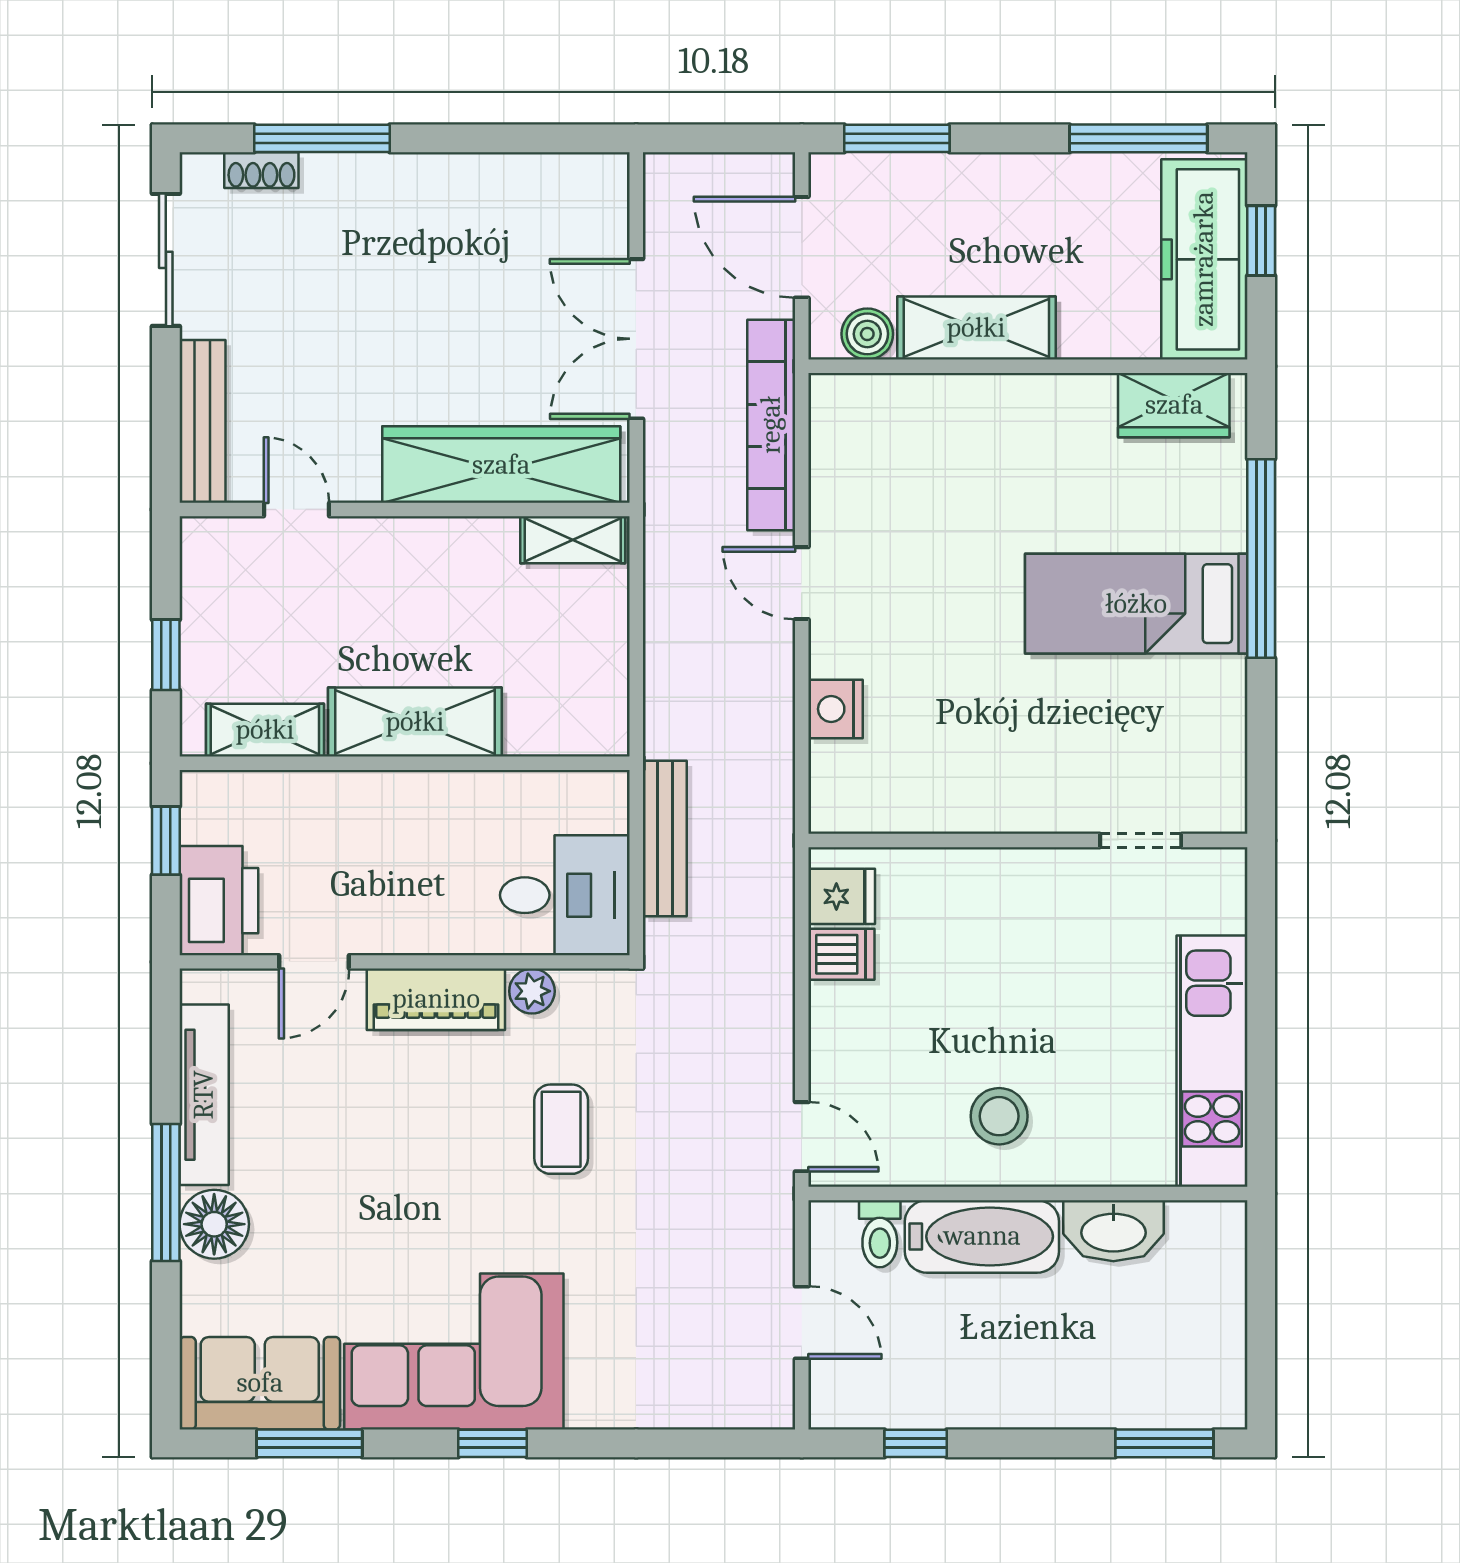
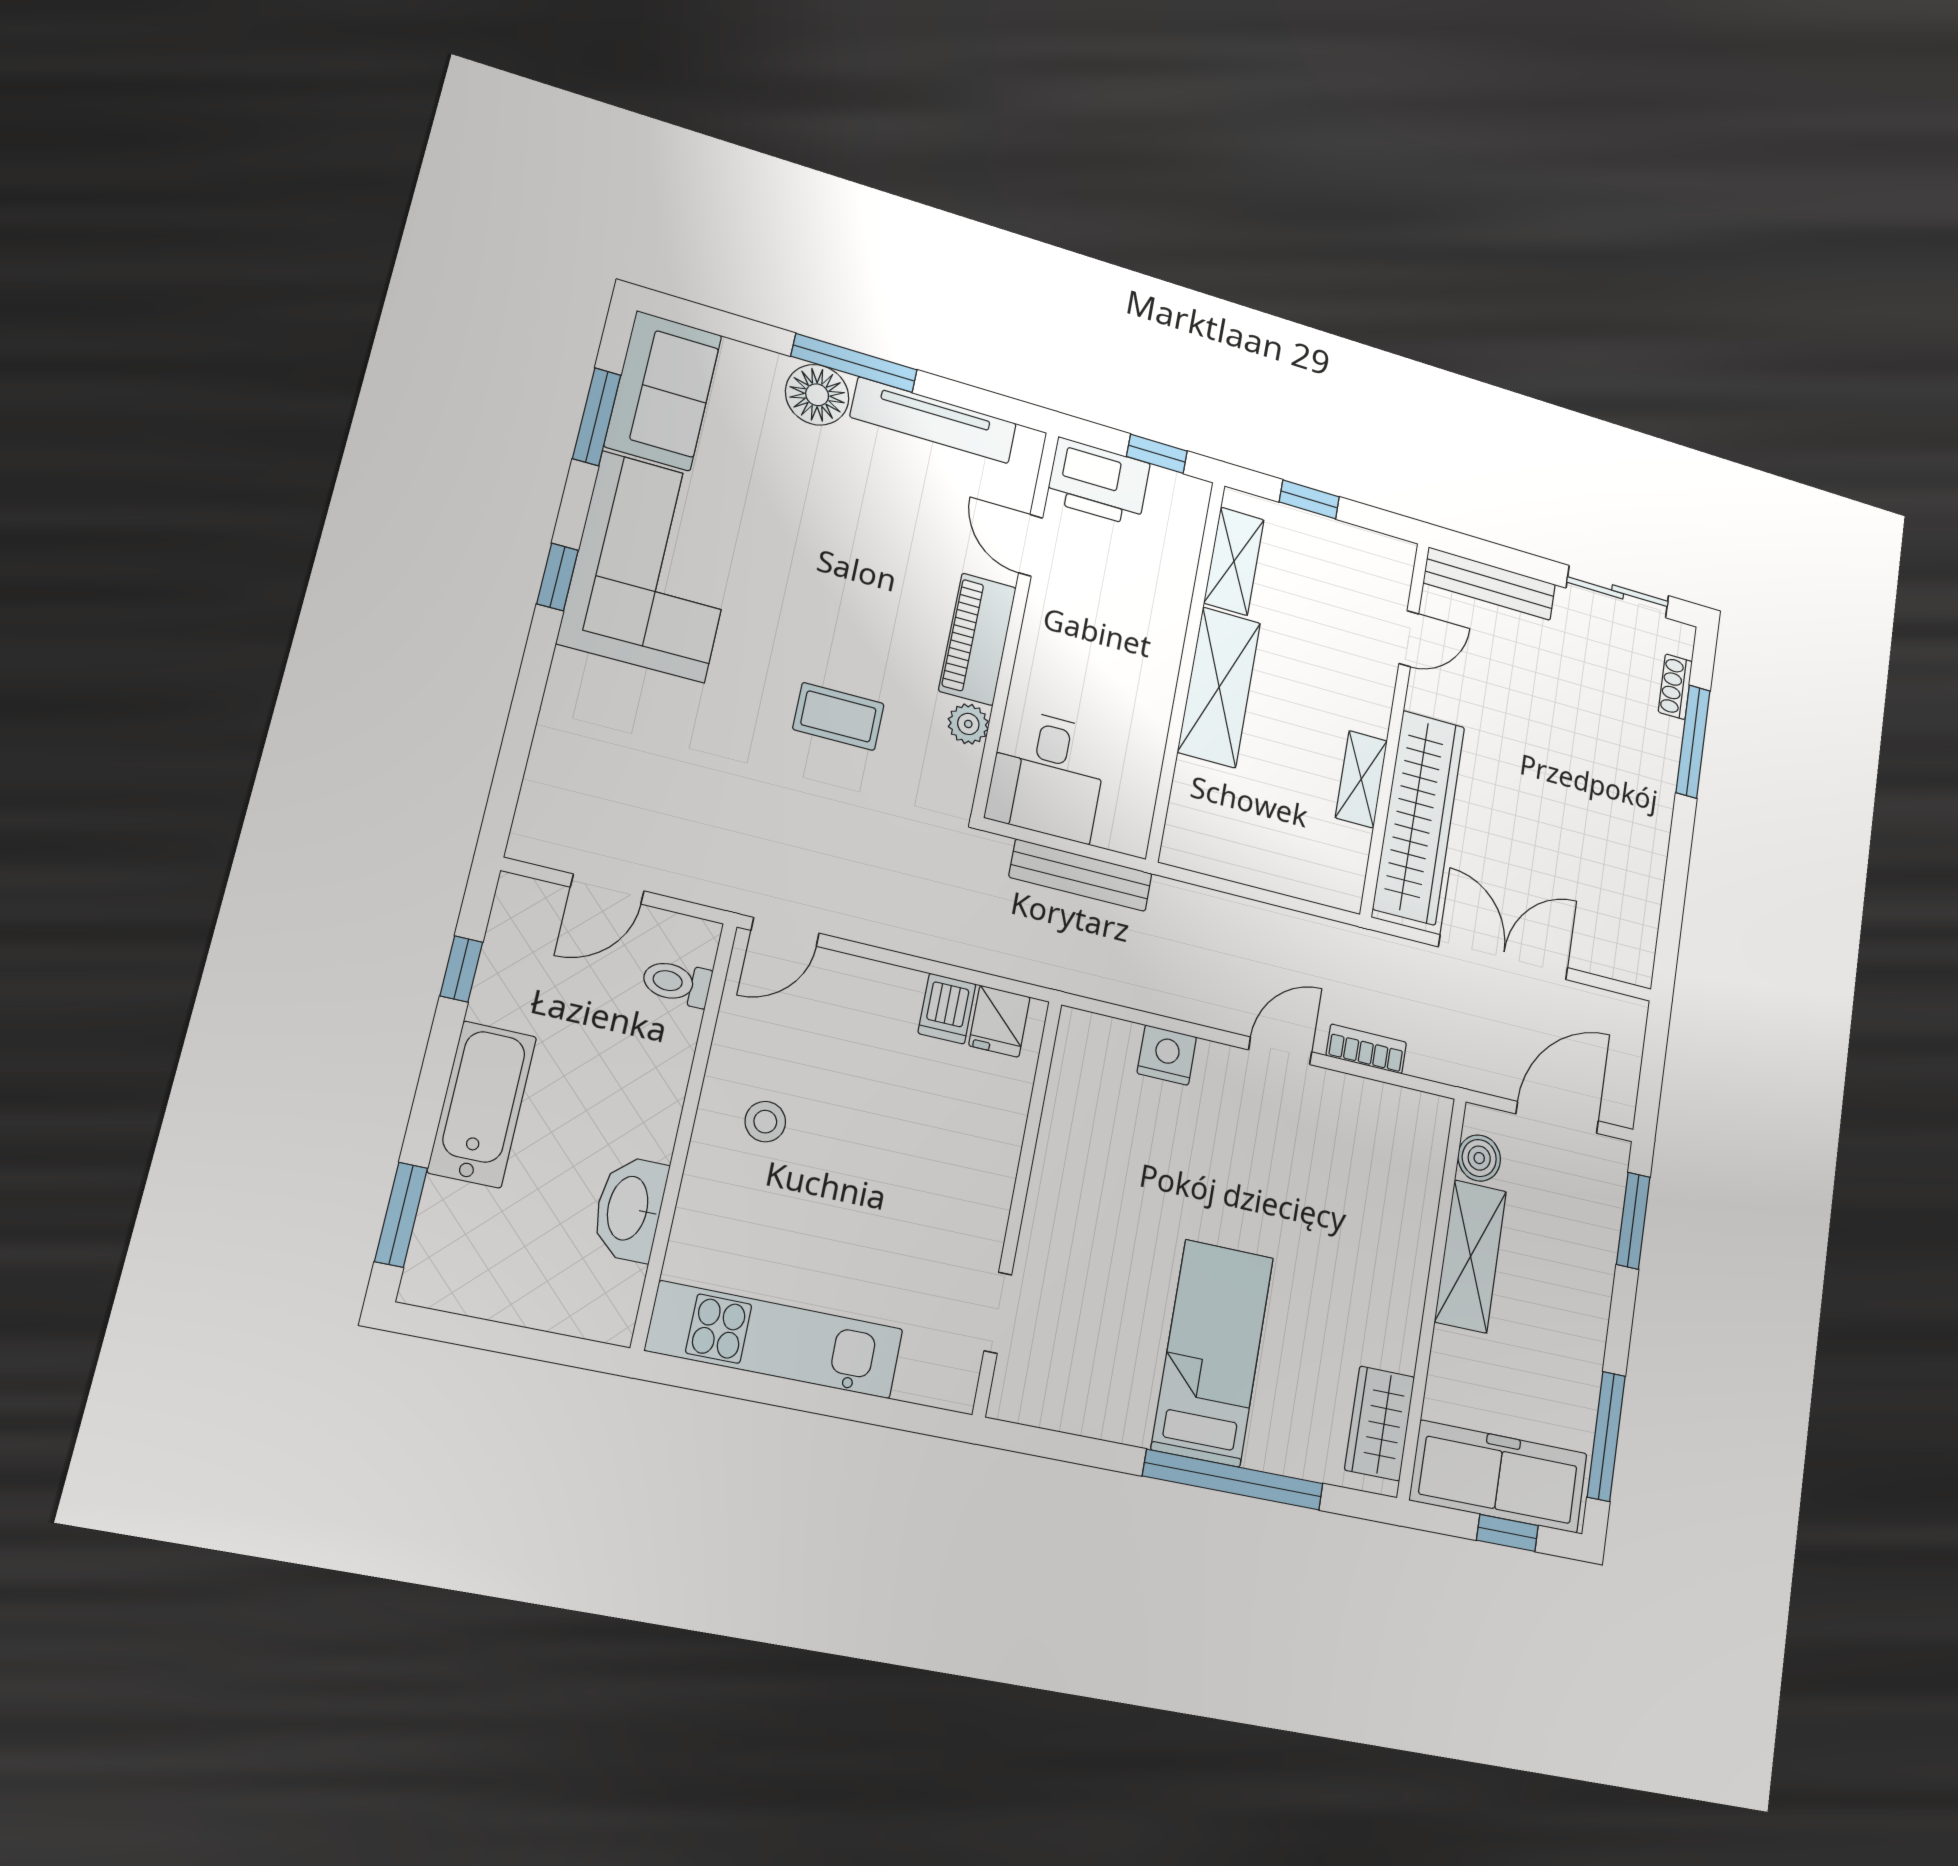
bookcase: (771, 425) -> (1366, 1049), width x0.43, depth x0.76
shelving: (573, 540) -> (1361, 779), moved
stool: (999, 1116) -> (765, 1122), width x0.73, depth x0.73
bathtub: (982, 1236) -> (482, 1104), moved, turned 180

